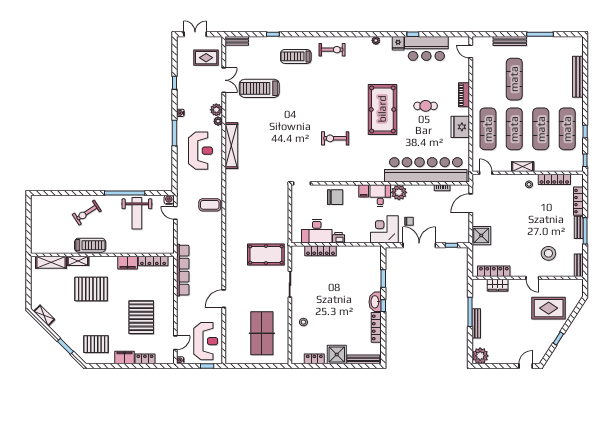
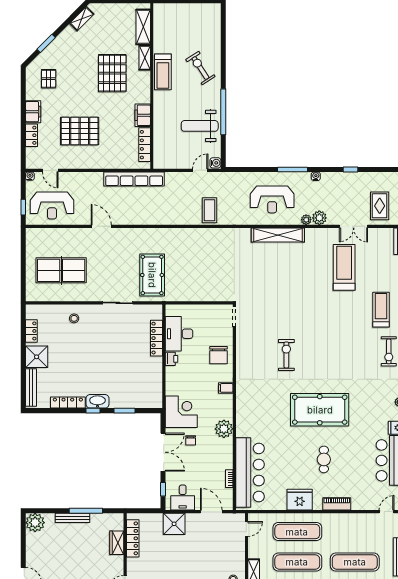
bar counter: (426, 170) -> (250, 472), width x0.73
desk: (380, 196) -> (183, 498), moved, turned 90
pallet: (96, 344) -> (49, 79), width x0.67, depth x0.71

